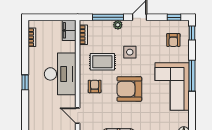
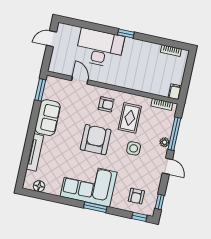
filing cabinet: (69, 30) -> (175, 92), width x0.50
armchair: (173, 40) -> (136, 196), turned -90
desk: (60, 74) -> (100, 48), moved, turned 180
window: (192, 76) -> (95, 207), width x0.69
door: (78, 116) -> (80, 80), hinge flipped

